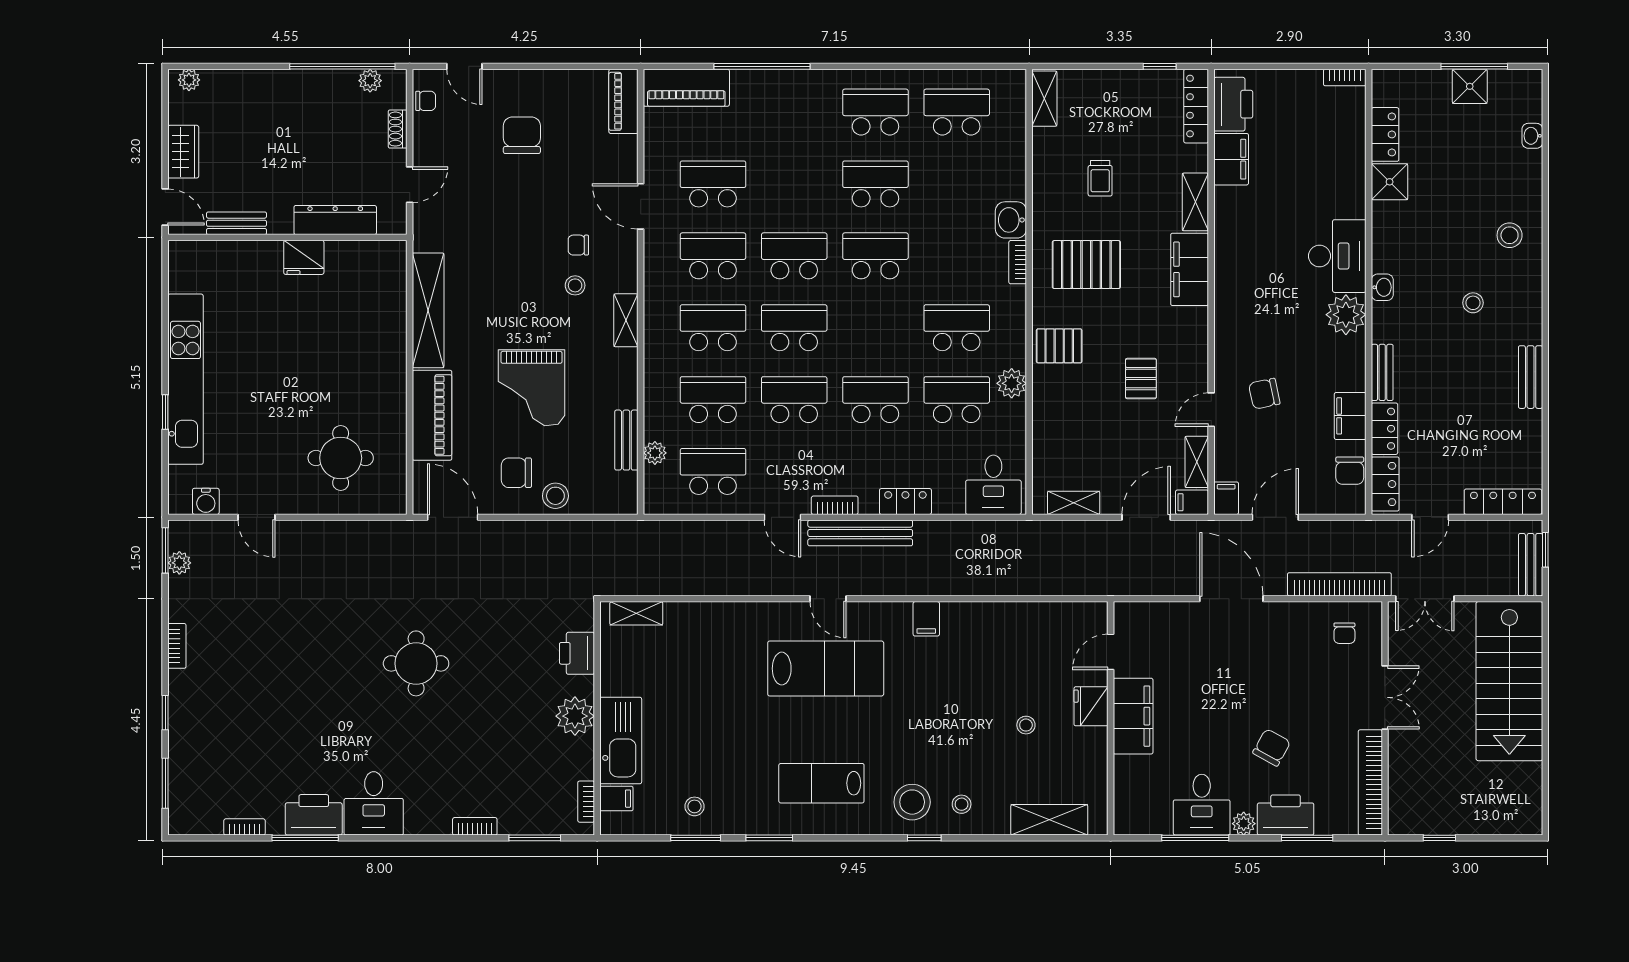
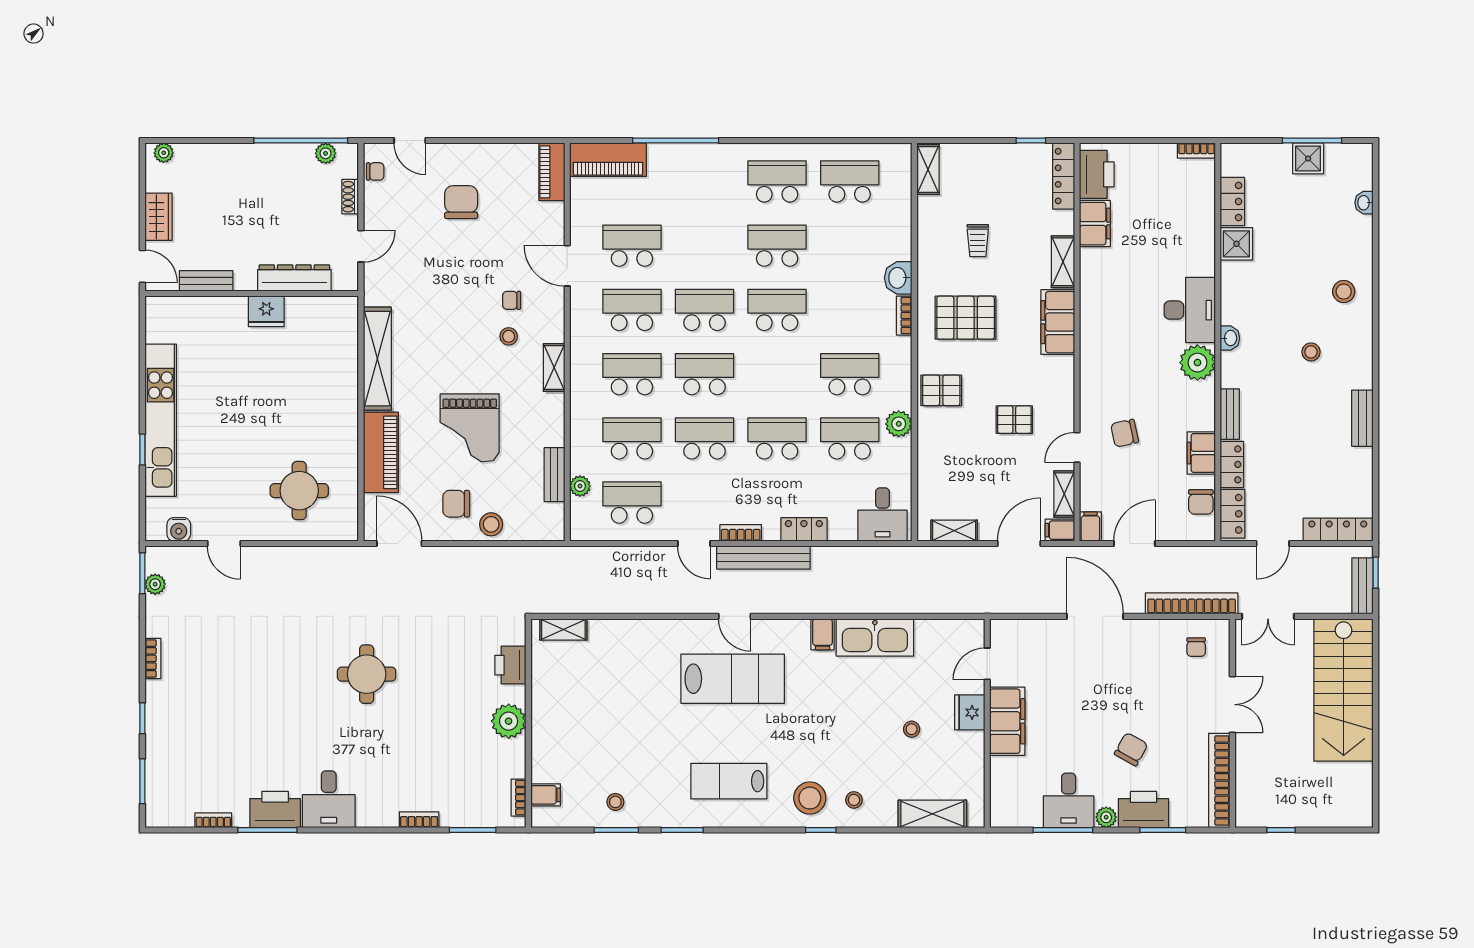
pallet: (1141, 379) -> (1014, 420), turned 90
kitchen sink: (621, 741) -> (875, 637), moved, turned 90

